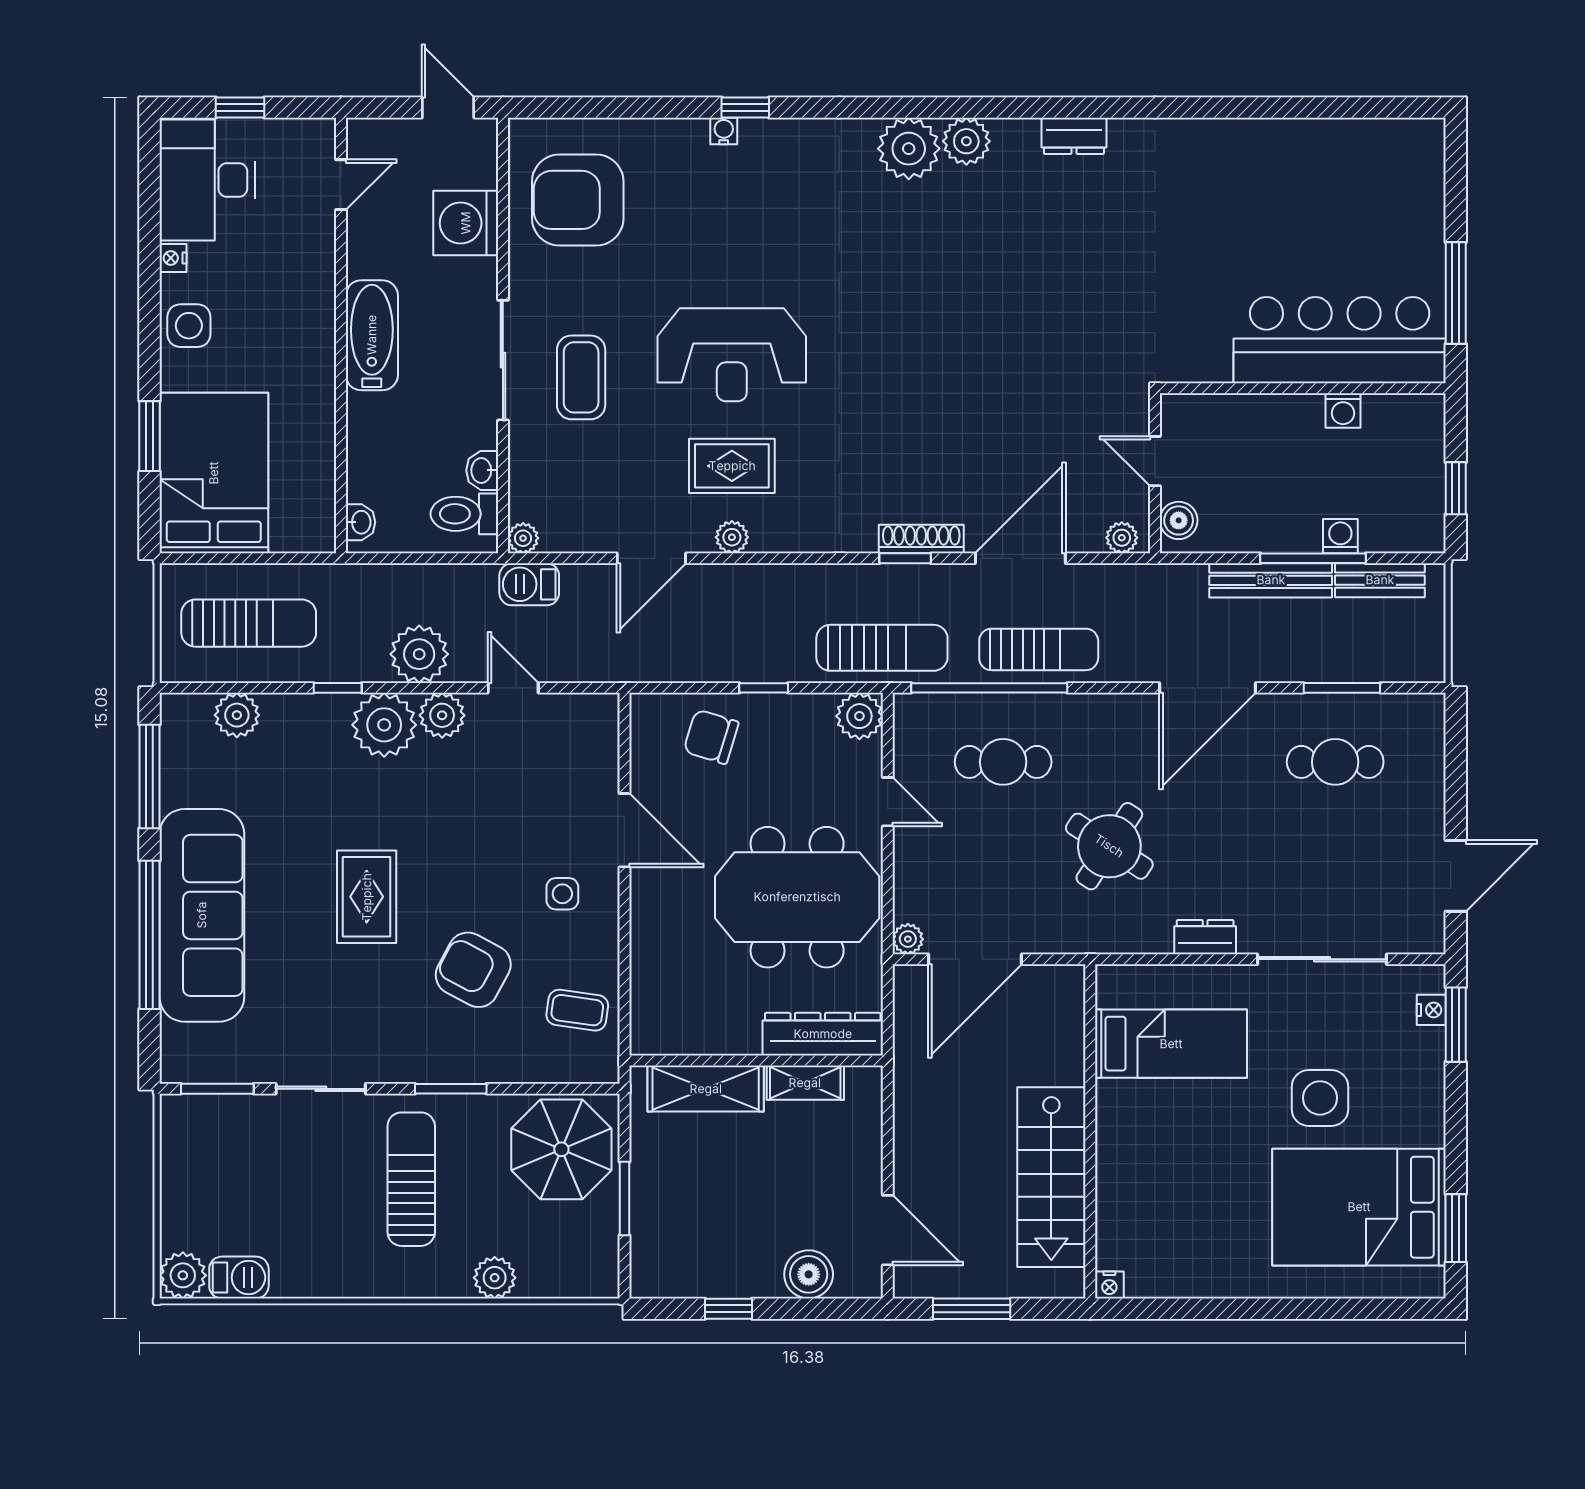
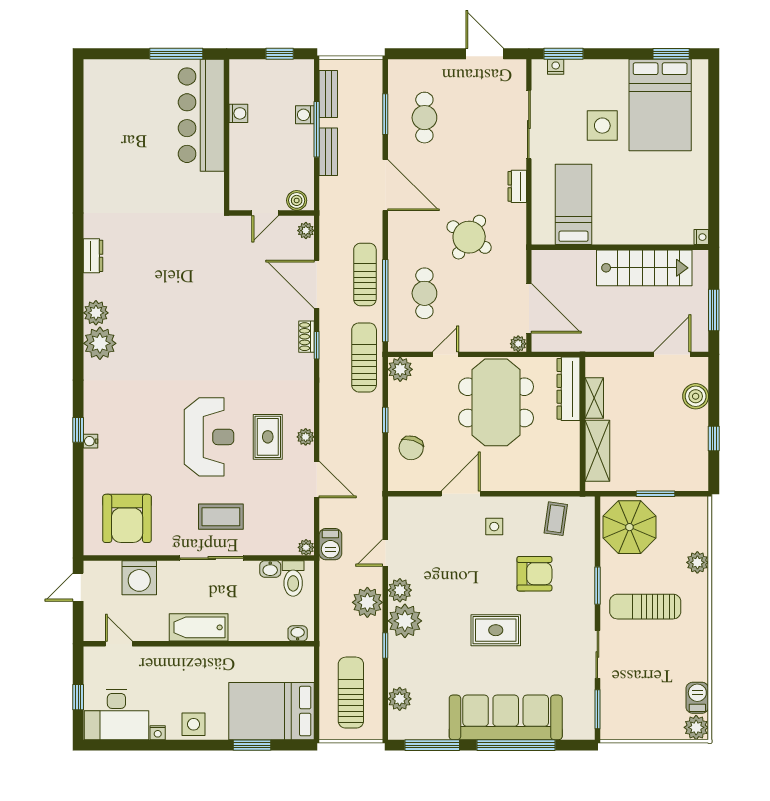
shoe rack: (921, 539) -> (306, 337), width x0.70
bench: (1271, 580) -> (328, 152), width x0.73
armchair: (473, 970) -> (534, 574), turned -118

